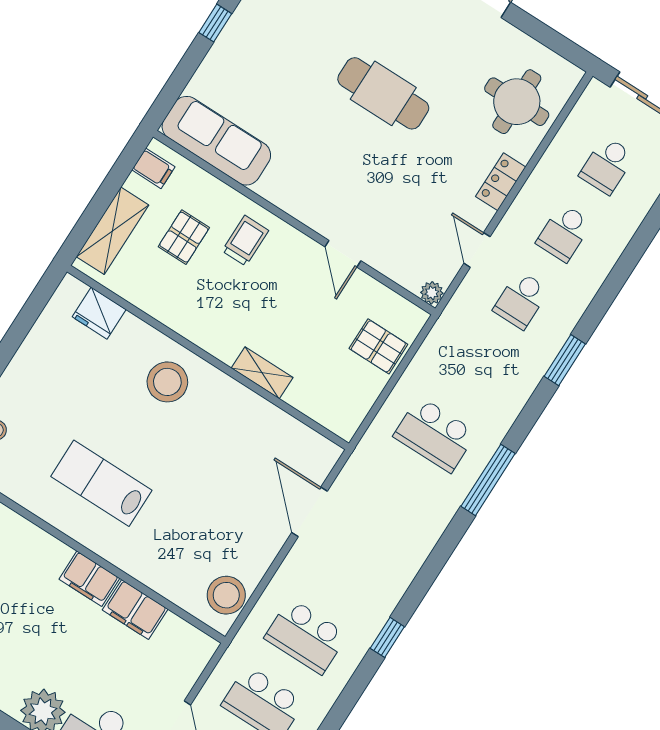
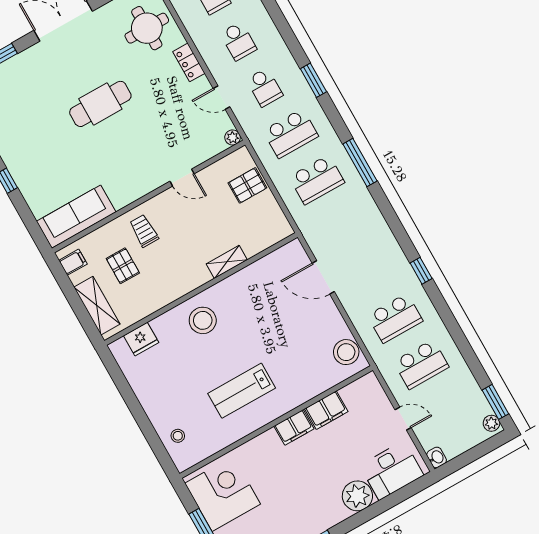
school desk: (478, 367) -> (291, 133), added

